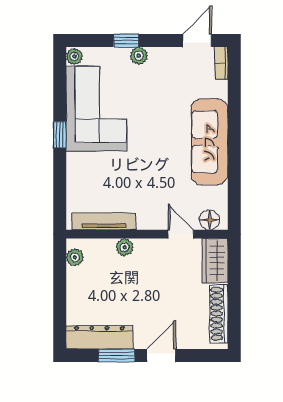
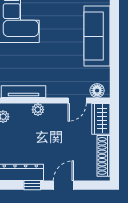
door: (181, 234) -> (77, 101), swing flipped
window: (117, 356) -> (32, 185), width x0.67

